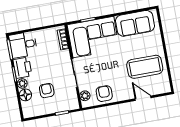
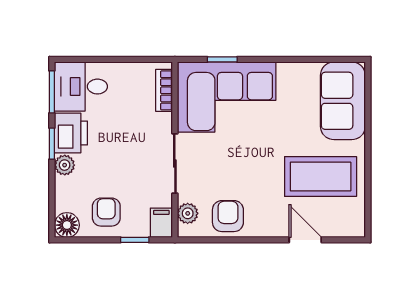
sofa: (135, 23) -> (343, 101), moved, turned 90
armchair: (47, 91) -> (106, 212), moved
floor lamp: (25, 95) -> (67, 225), moved
filing cabinet: (73, 102) -> (161, 223), added

